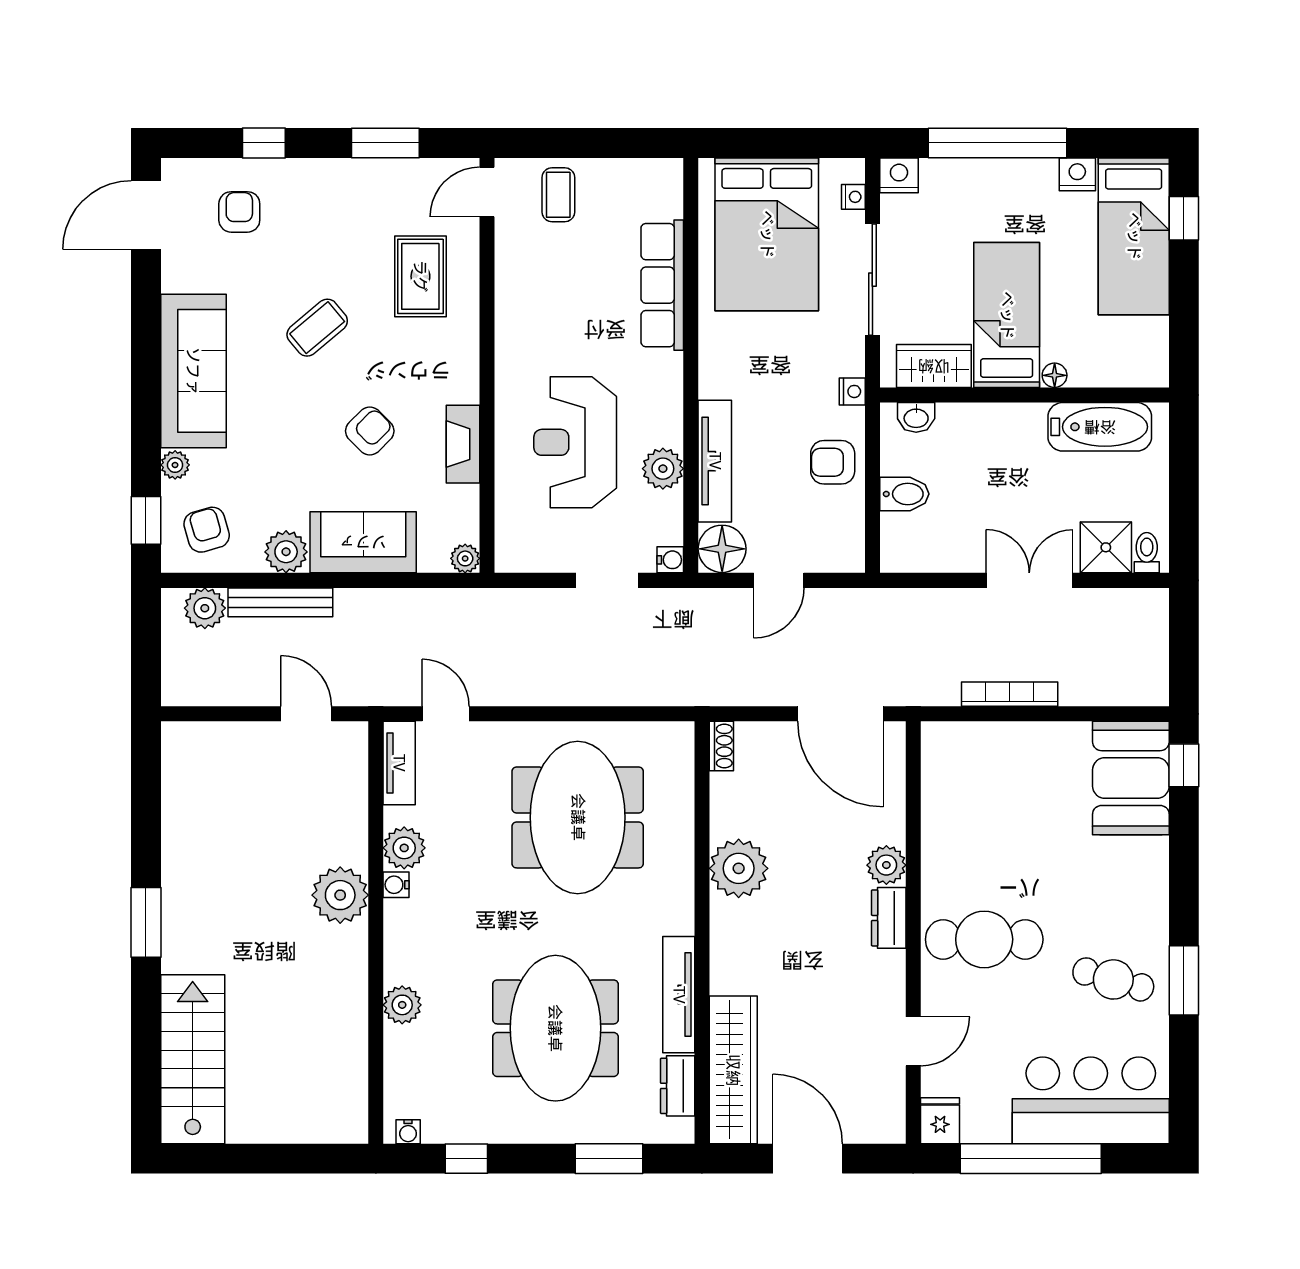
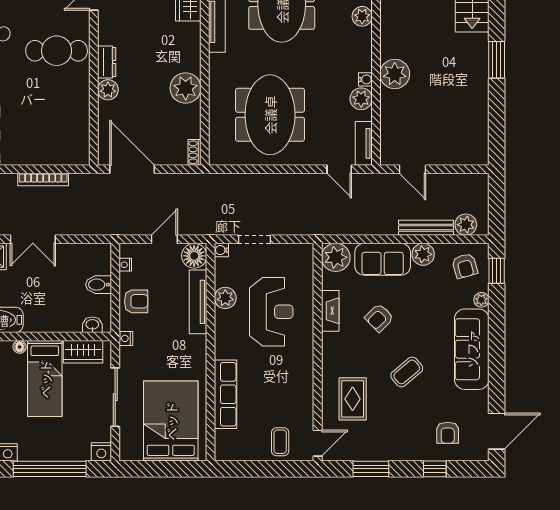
nightstand: (853, 197) -> (125, 265), moved
plant: (465, 558) -> (336, 257), width x1.87, depth x1.87

